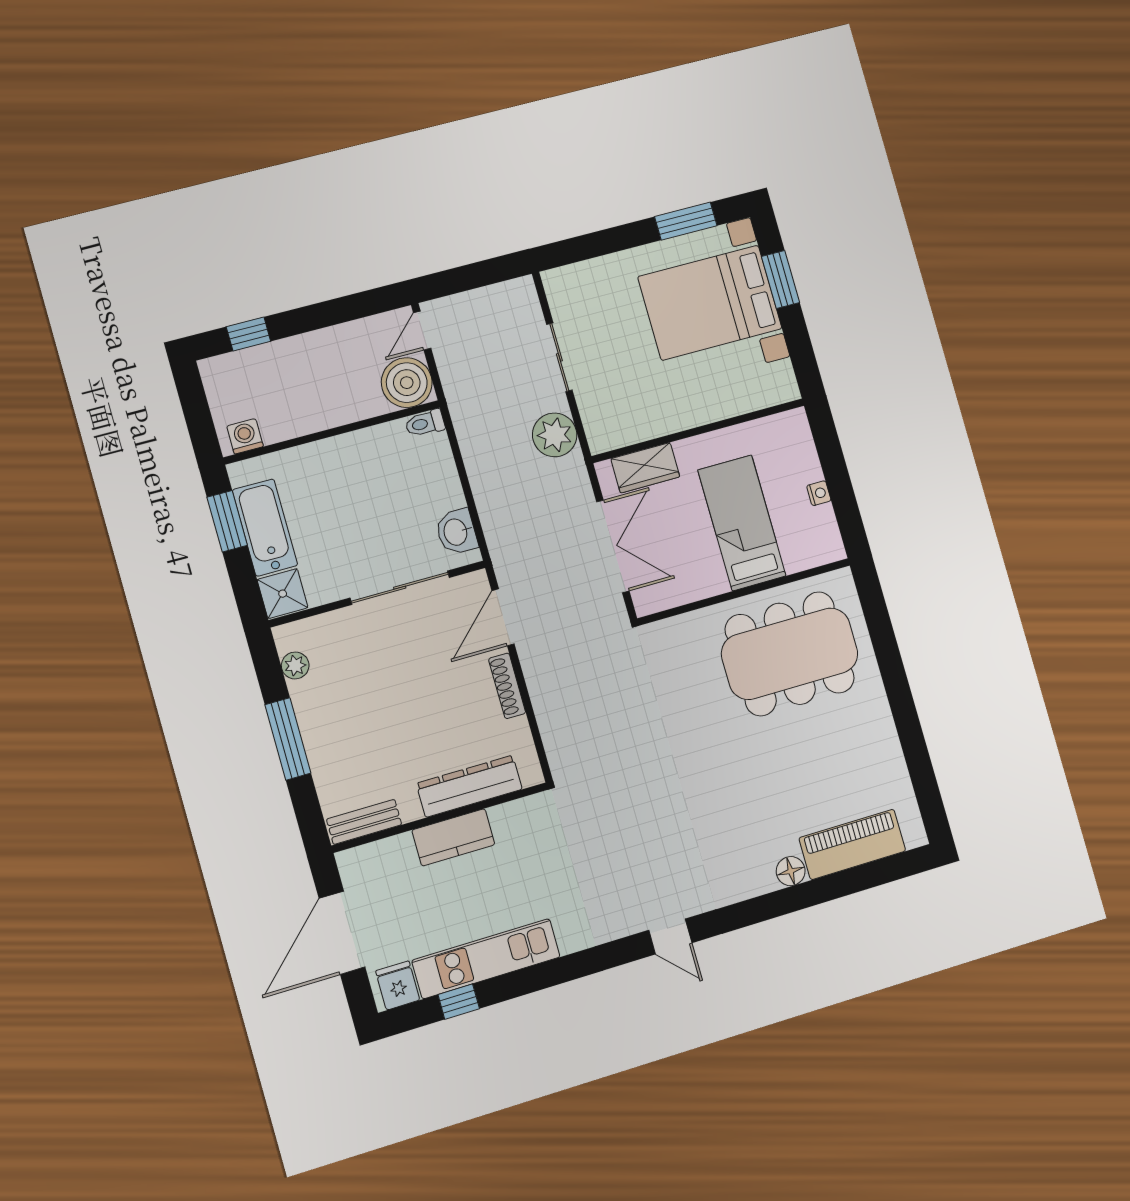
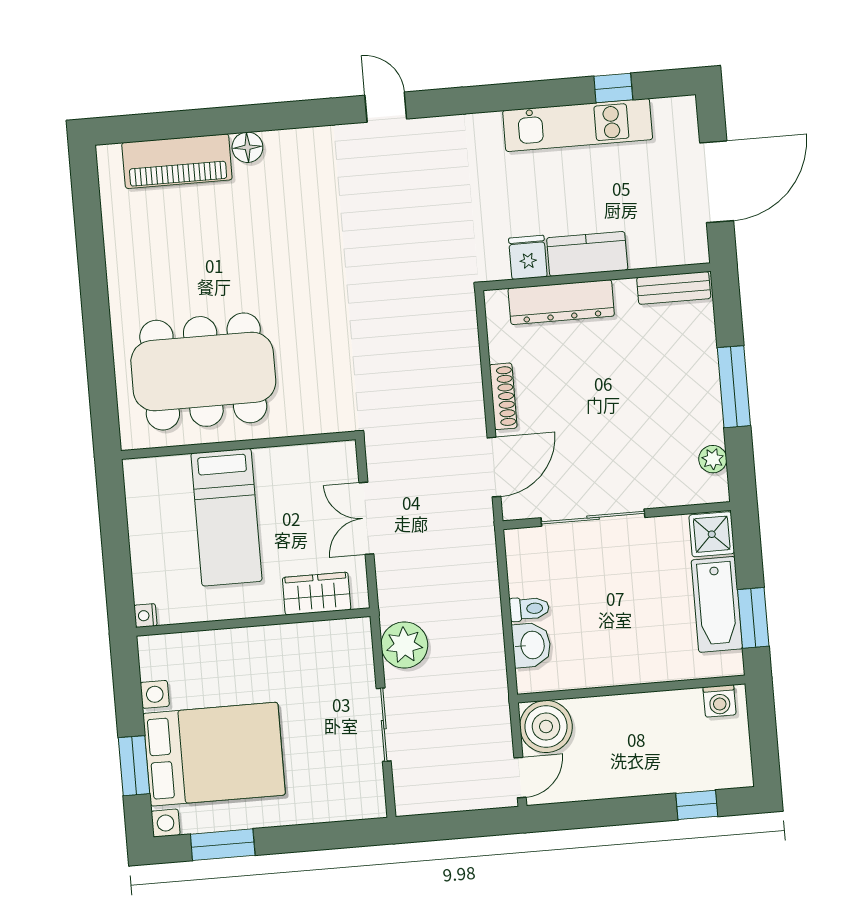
toilet: (425, 423) -> (529, 609), moved
nightstand: (819, 493) -> (145, 616), moved
washbasin: (456, 532) -> (531, 645), moved
double door: (613, 546) -> (366, 518), width x0.73
fridge: (398, 985) -> (528, 257), moved, turned 180

